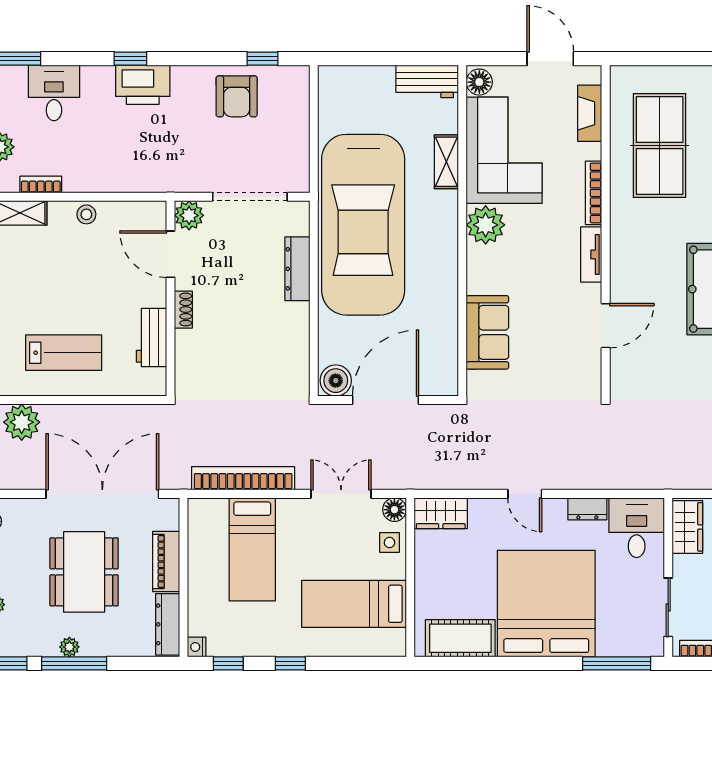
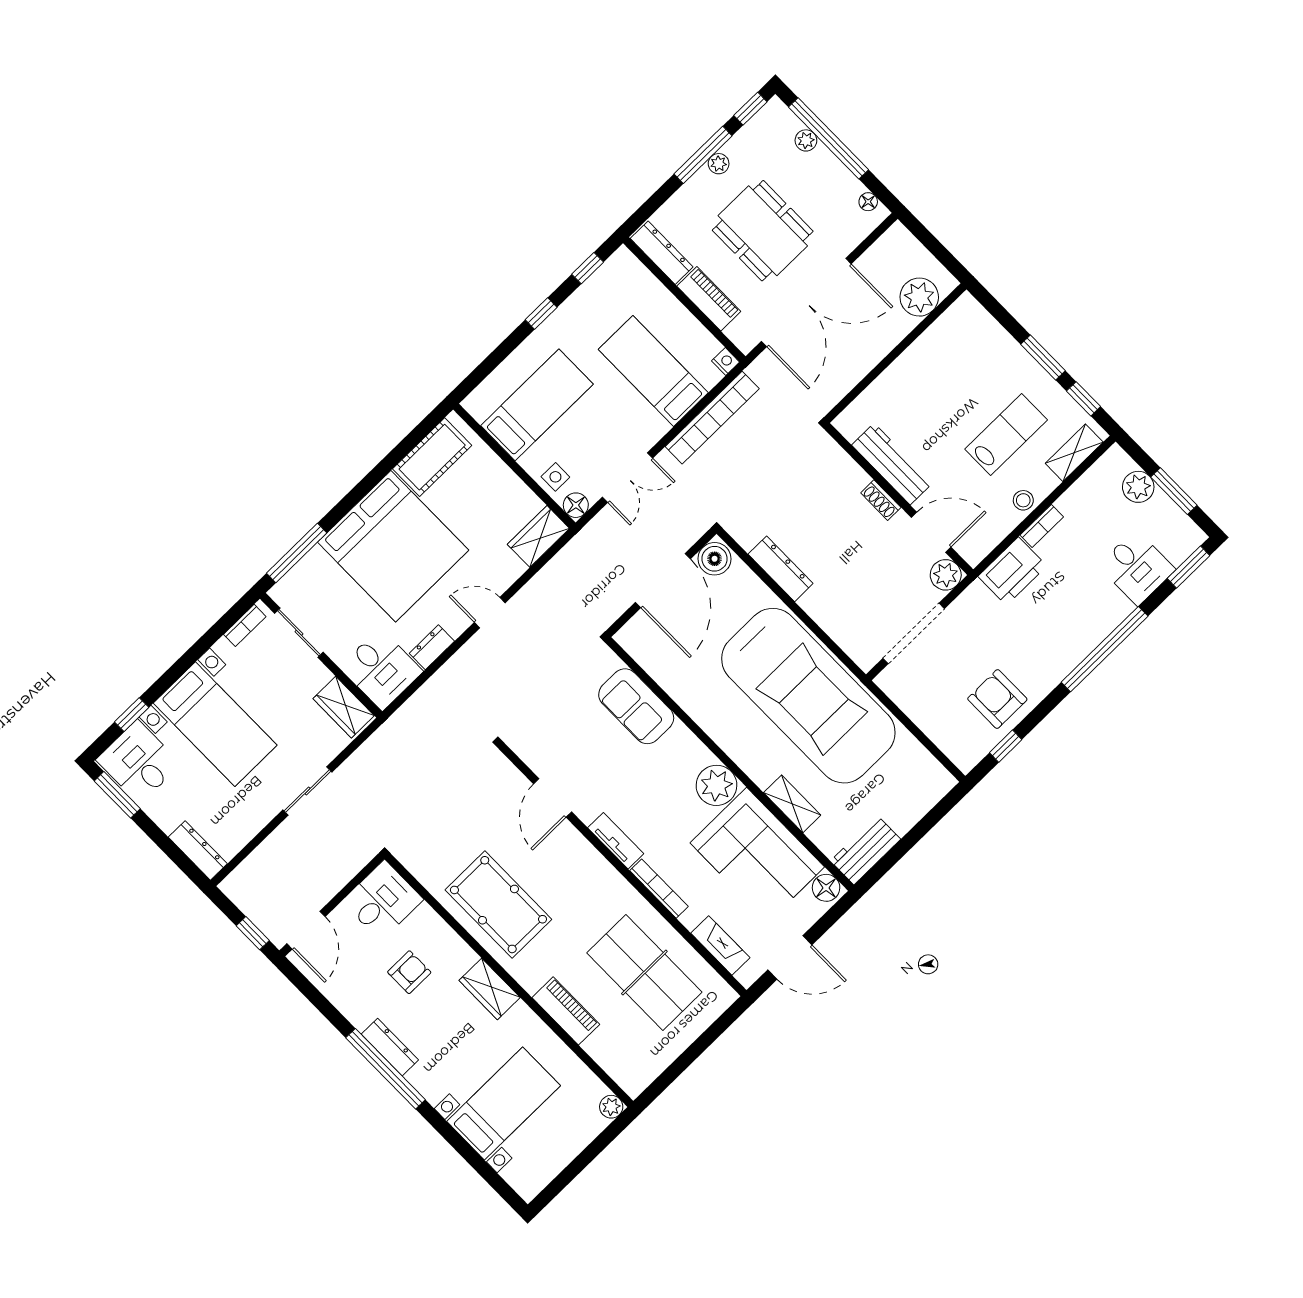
window: (130, 59) -> (1105, 649), width x3.17
printer: (143, 85) -> (1012, 571), moved, turned 180
bookcase: (41, 185) -> (1042, 526), moved
car: (363, 225) -> (808, 696), turned 180
dresser: (297, 269) -> (781, 569), moved
workbench: (152, 338) -> (892, 464), width x1.38
lab bench: (64, 353) -> (1006, 435), moved, turned 180
nightstand: (197, 647) -> (726, 362), moved

